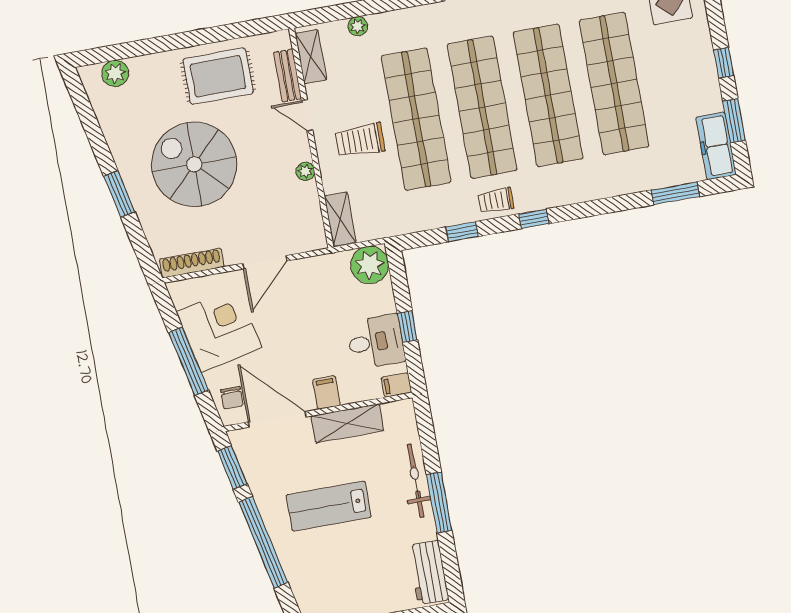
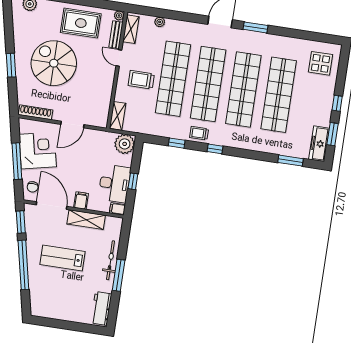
plant: (305, 171) -> (119, 15), moved
desk: (376, 342) -> (114, 184), width x1.37

